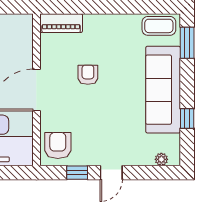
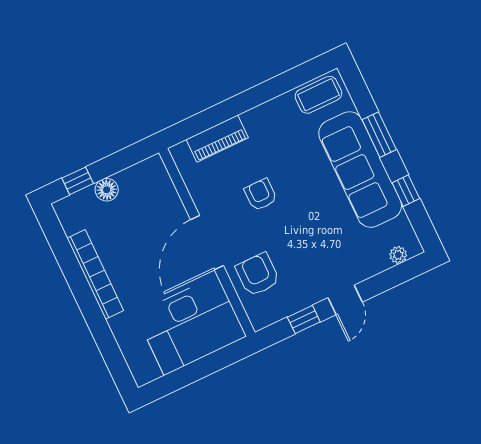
piano: (61, 23) -> (217, 139), moved
window: (187, 43) -> (379, 135), moved
armchair: (58, 145) -> (258, 275), moved

